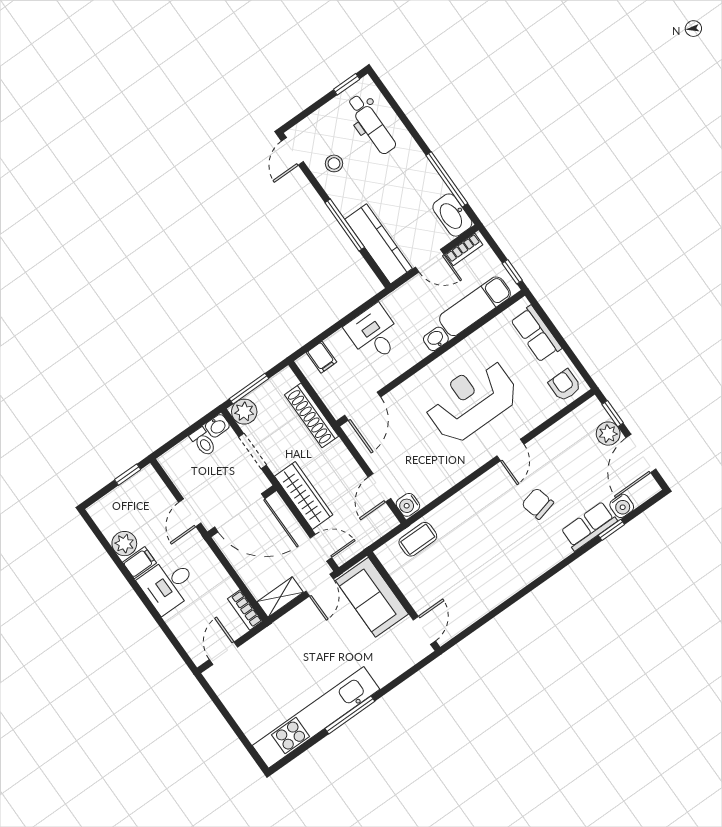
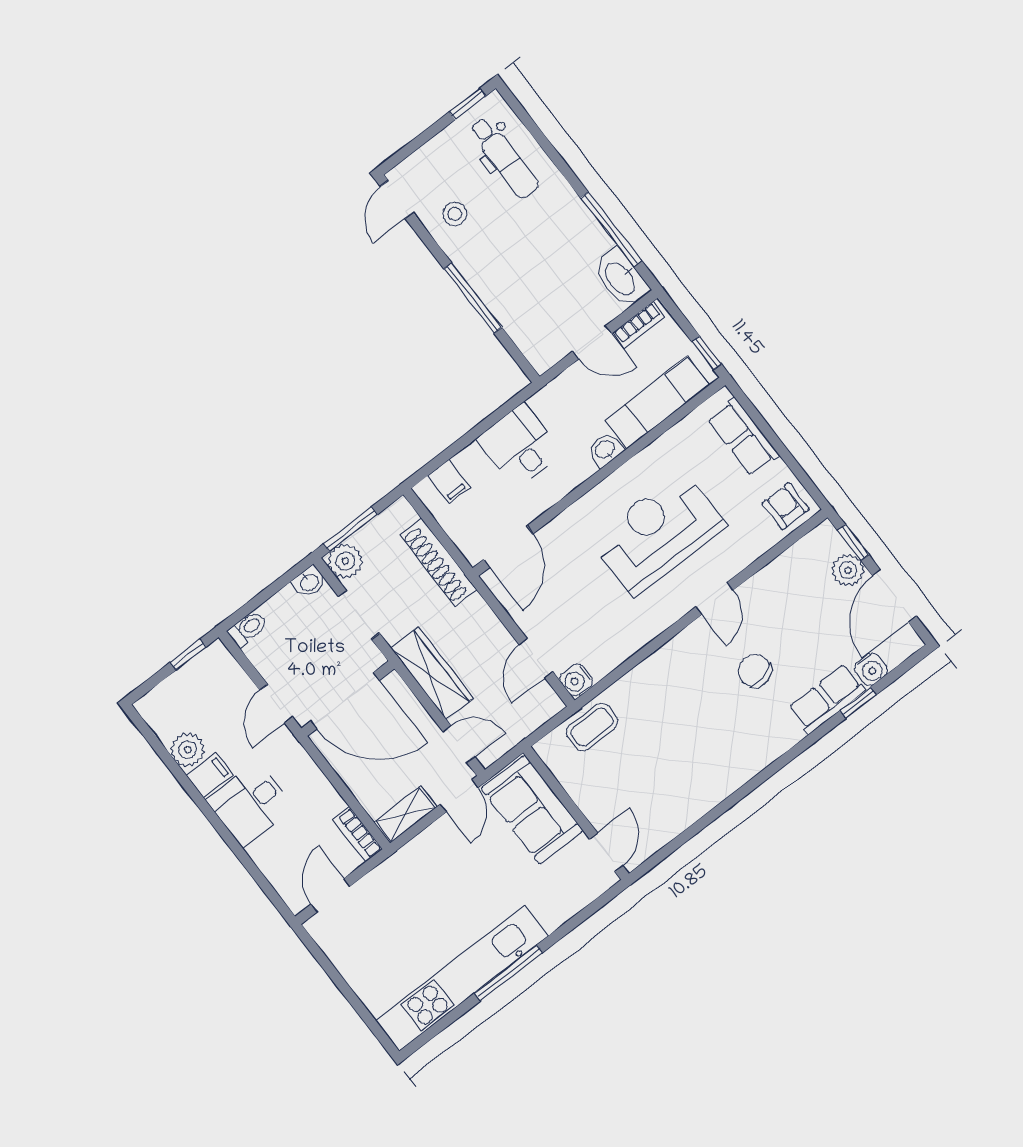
kitchen counter: (378, 244) -> (521, 322), removed
toilet: (203, 442) -> (248, 629), moved, turned -90

